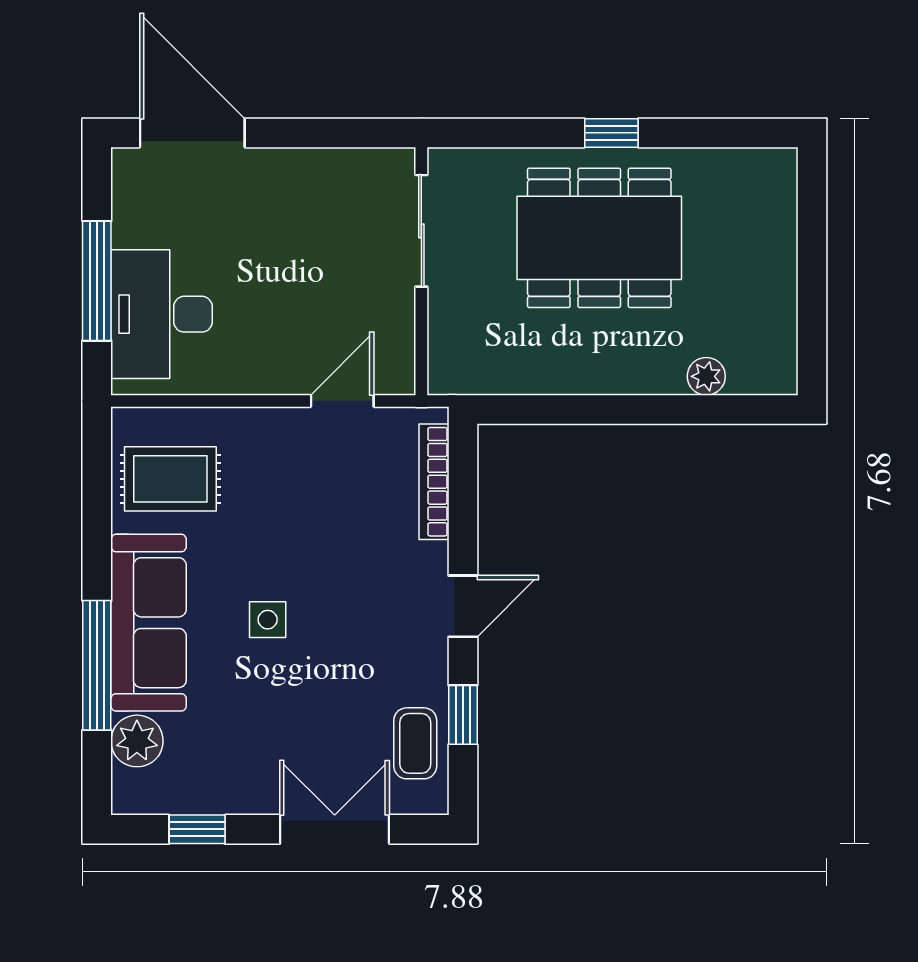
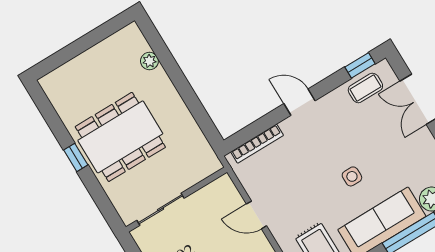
dining table: (599, 238) -> (120, 137), turned 90
door: (342, 401) -> (256, 215), moved
window: (463, 715) -> (360, 65), moved

